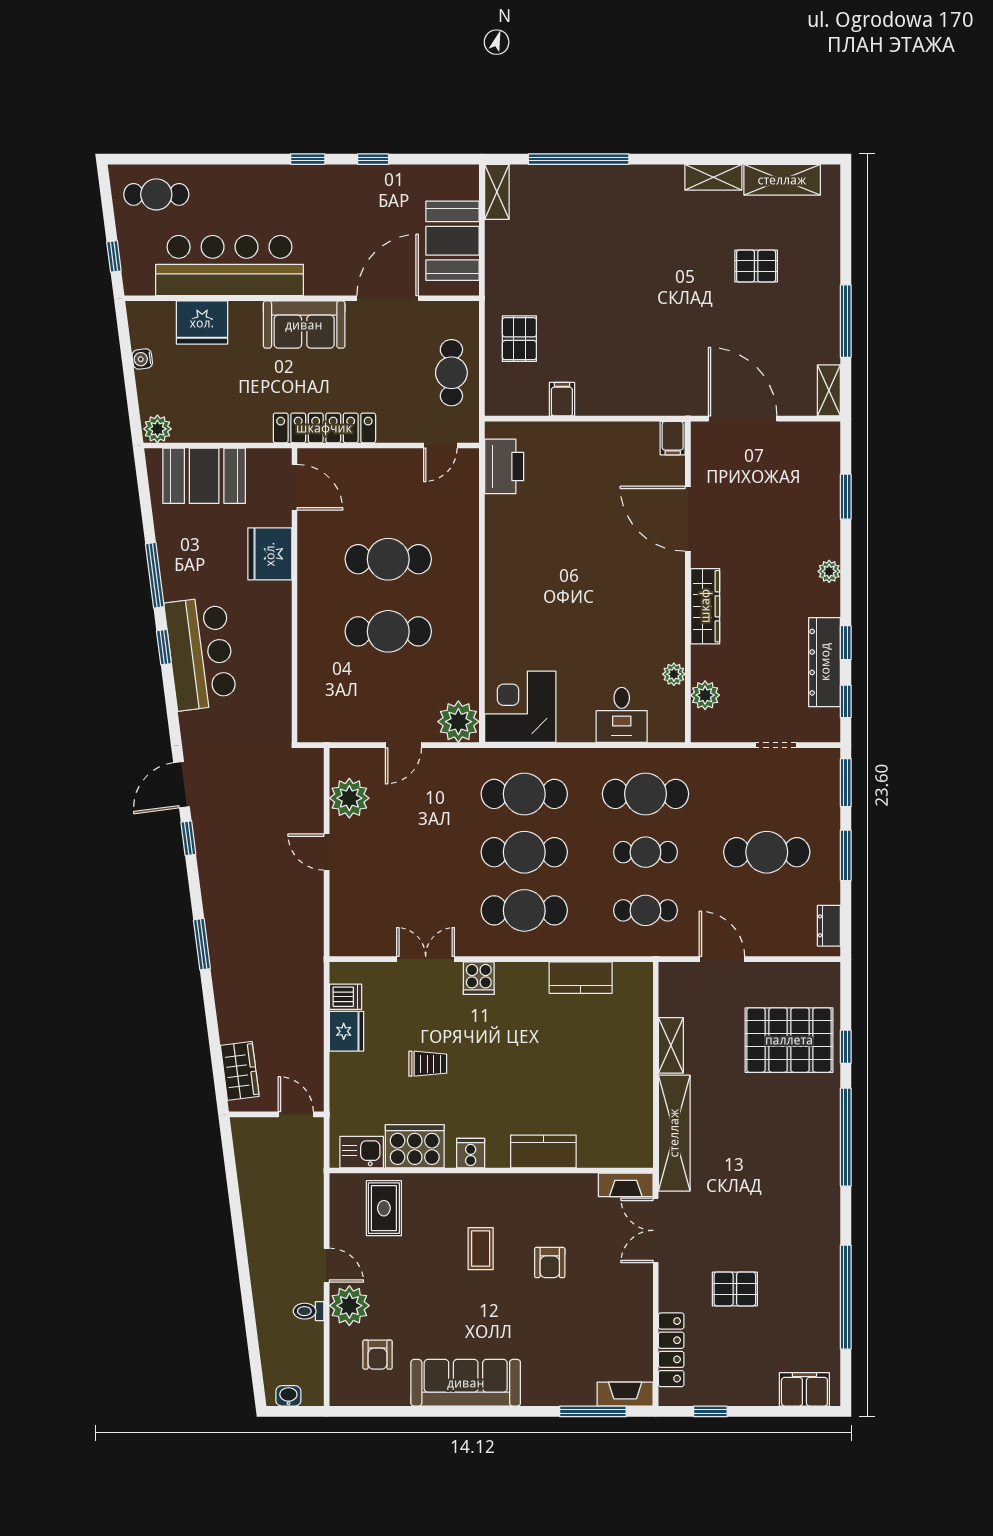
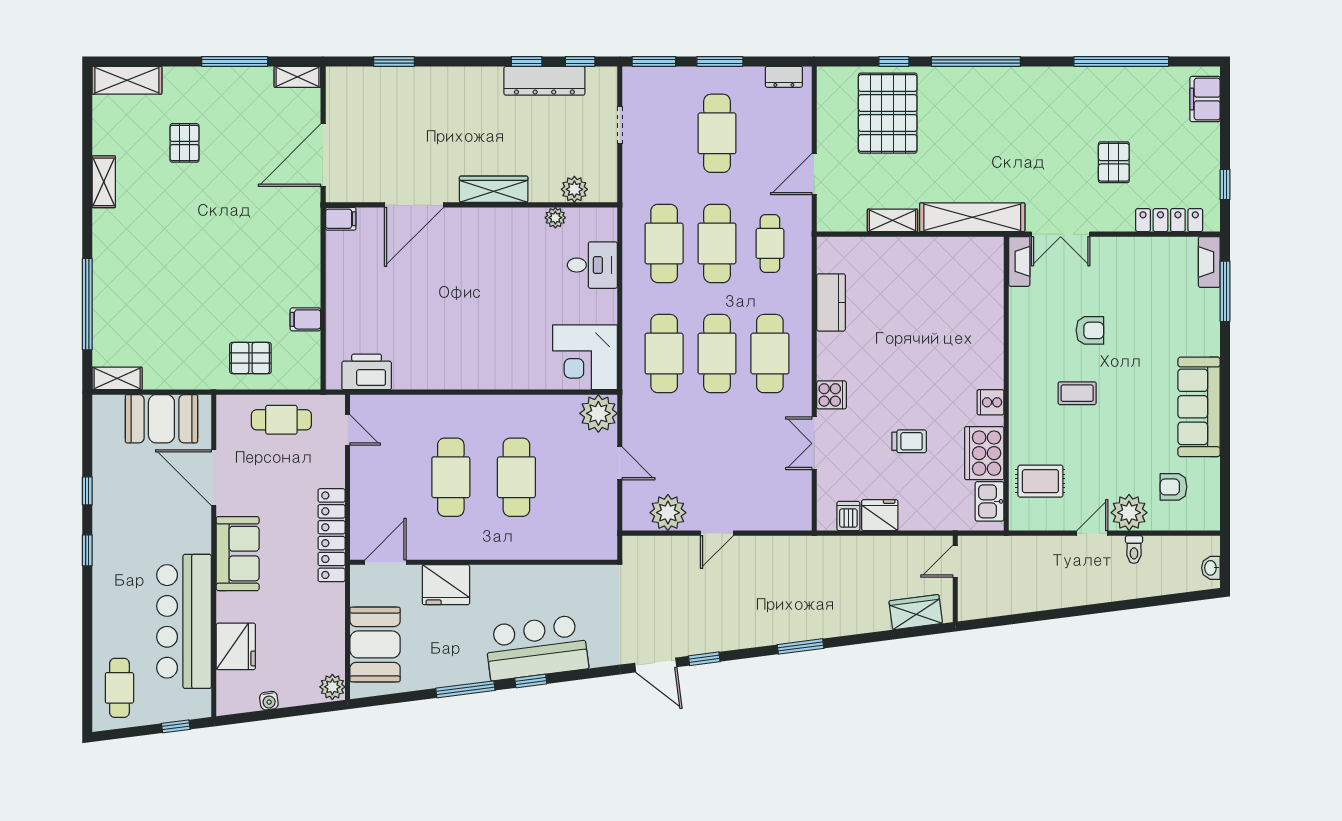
shelving: (782, 180) -> (127, 80), moved, turned 90
plant: (829, 571) -> (462, 77), removed
cafe table: (645, 852) -> (717, 243), width x1.37, depth x1.35
trolley: (428, 1064) -> (909, 441), turned 90
kitchen counter: (543, 1151) -> (989, 336), removed
armchair: (378, 1355) -> (1174, 487), turned 180

